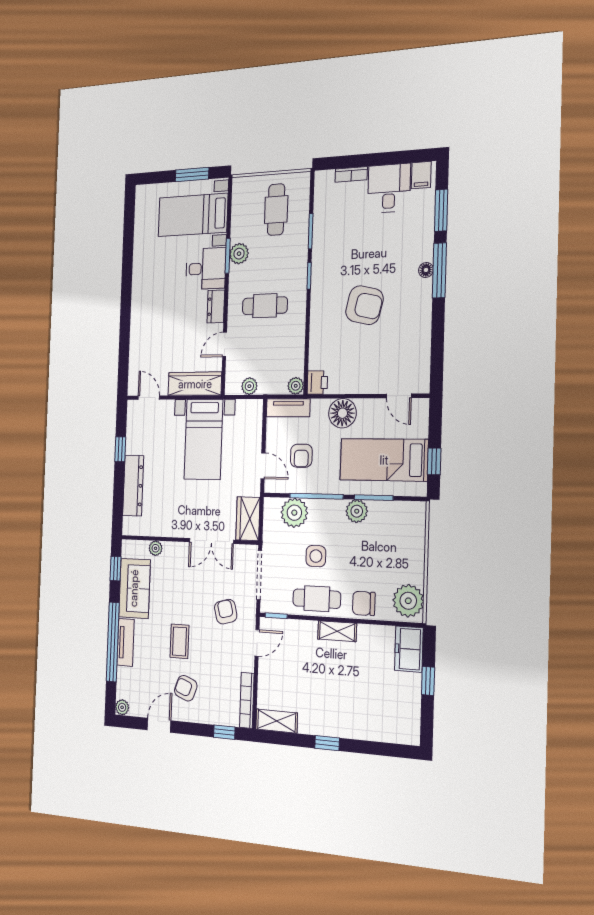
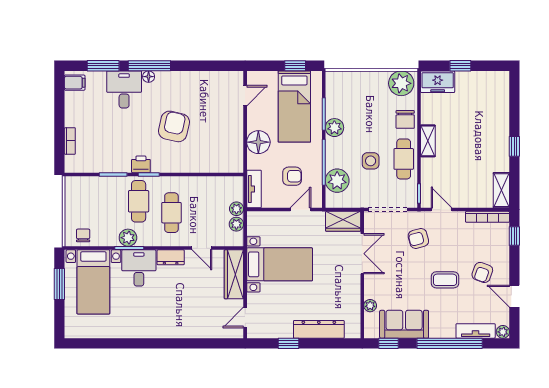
desk: (389, 188) -> (124, 89), moved, turned 90
chair: (243, 199) -> (83, 235), added
cafe table: (276, 210) -> (139, 201), moved, turned 90
printer: (317, 383) -> (141, 164), moved
plant: (296, 386) -> (236, 209), moved
tv unit: (126, 642) -> (476, 331), moved

